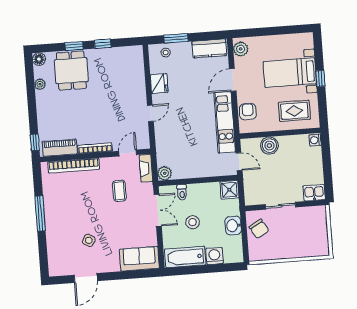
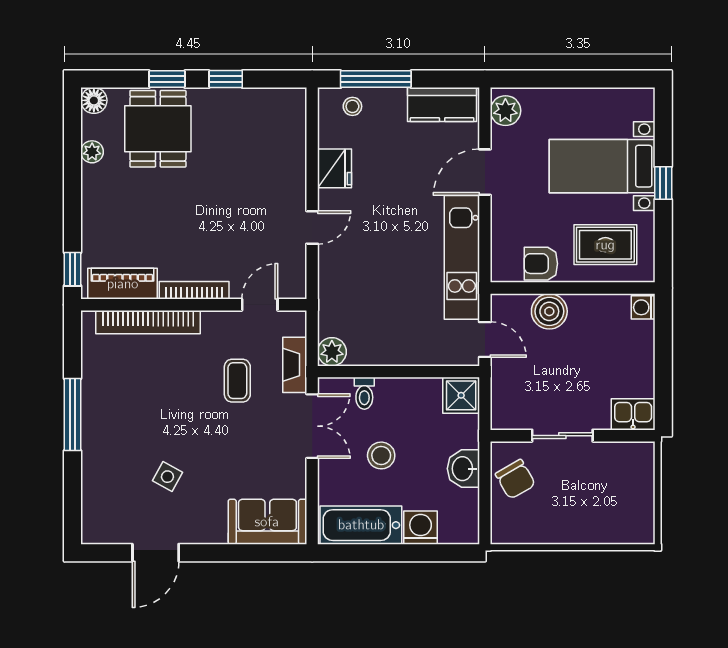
window: (176, 38) -> (376, 79), width x1.44
armchair: (248, 112) -> (541, 264), moved, turned -90
fireplace: (146, 168) -> (295, 365), moved

